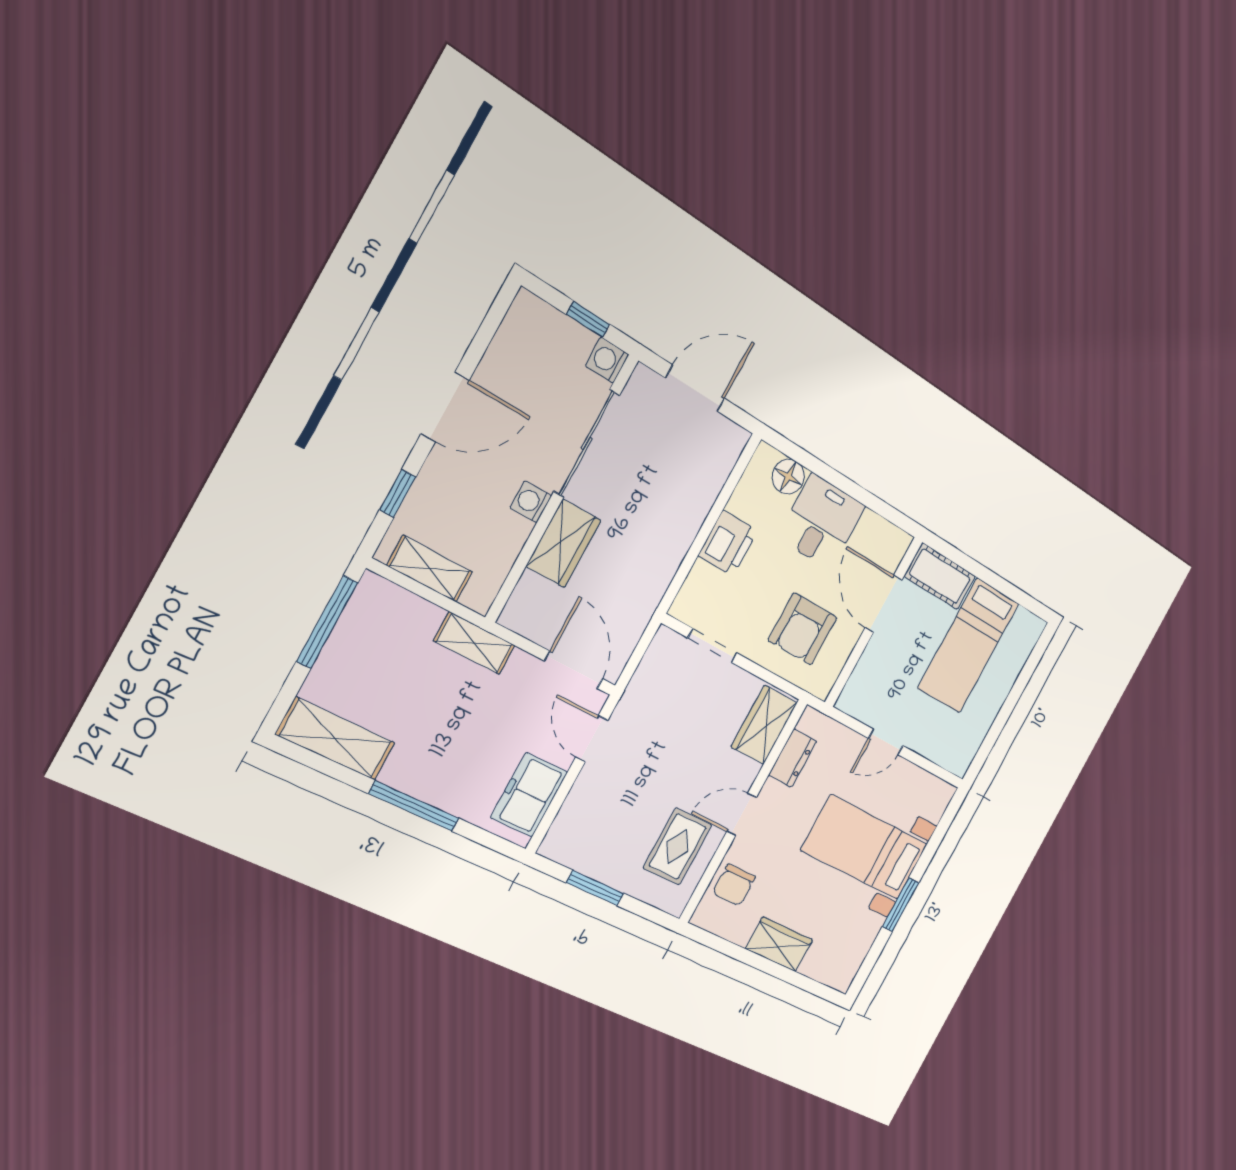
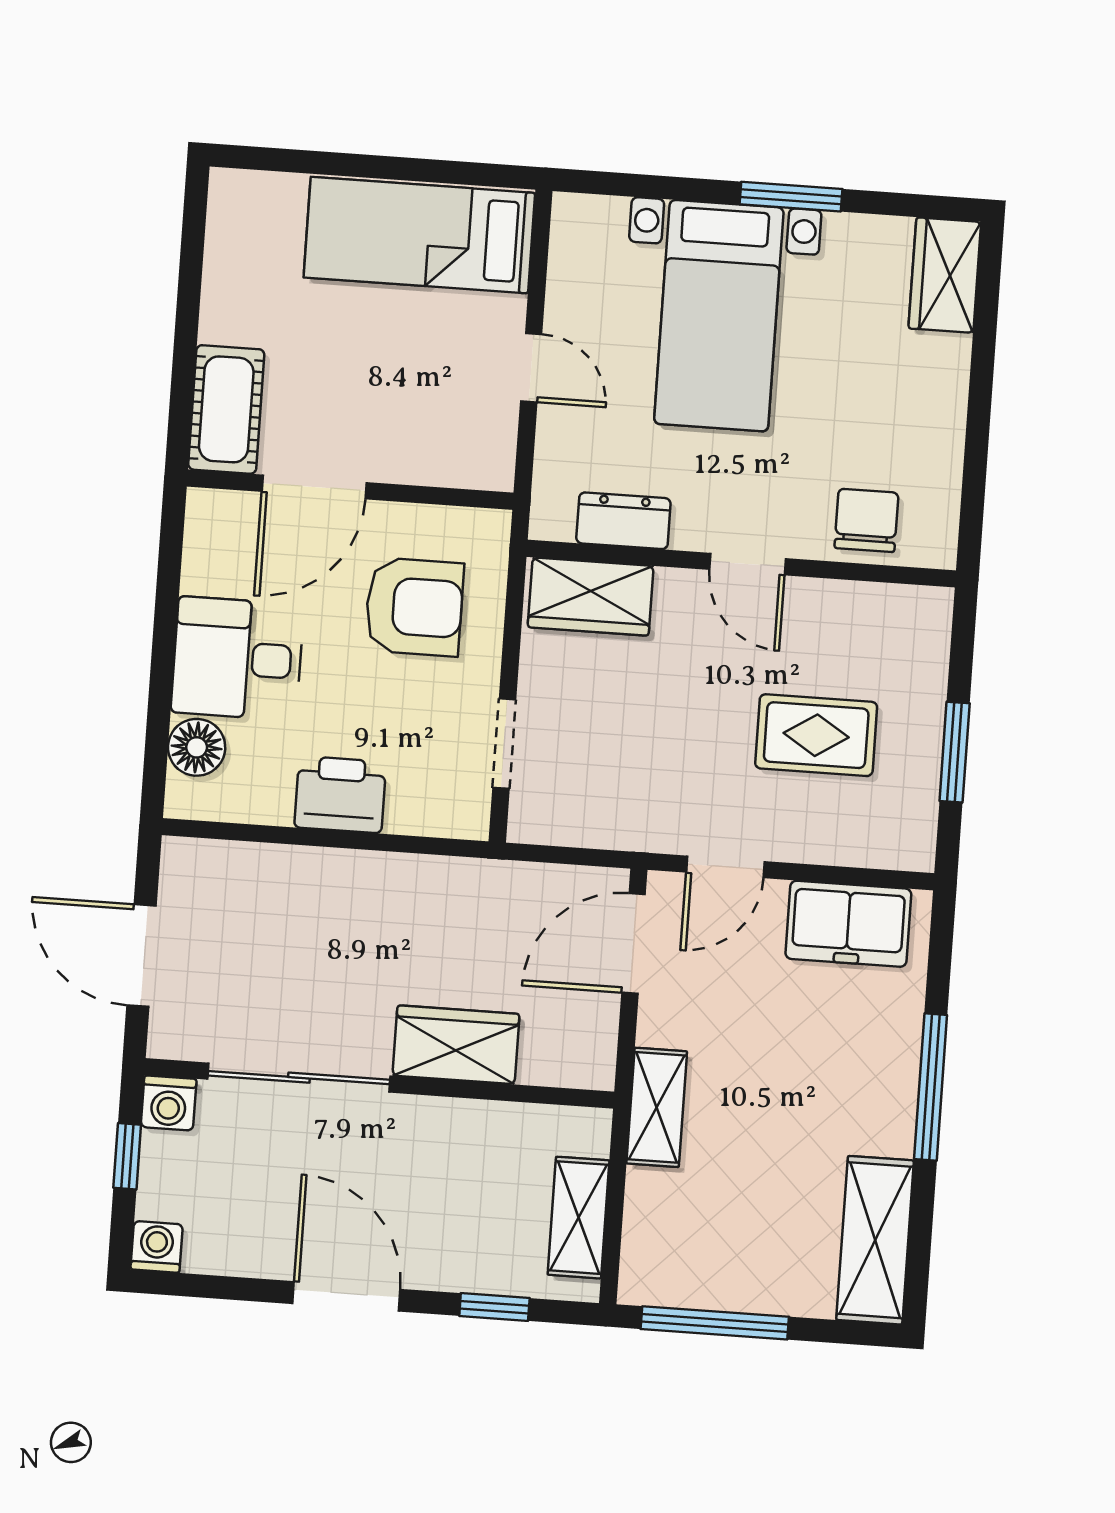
washing machine: (531, 502) -> (157, 1247), moved, turned 180
bed: (968, 646) -> (419, 235), moved, turned 180
rug: (677, 846) -> (816, 735), moved
chair: (734, 885) -> (866, 520), turned -90
wardrobe: (779, 944) -> (945, 275), moved

